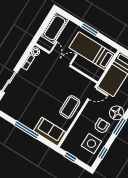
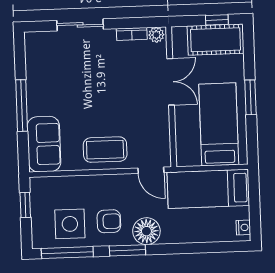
window: (47, 21) -> (217, 20), added
window: (103, 153) -> (67, 253), width x2.17

